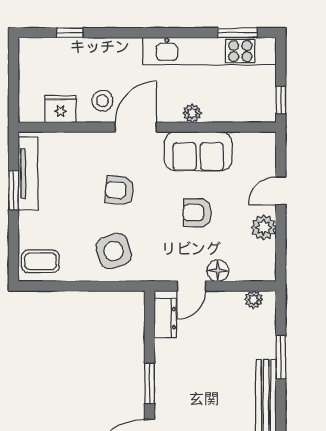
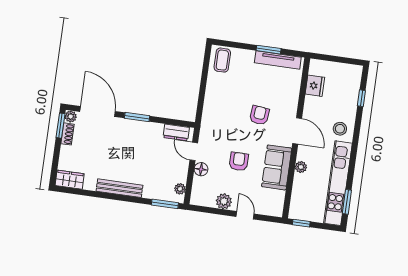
stool: (103, 101) -> (340, 129), moved
side table: (114, 251) -> (222, 106), removed
window: (281, 357) -> (165, 204), moved

